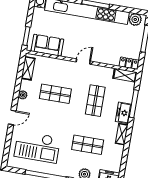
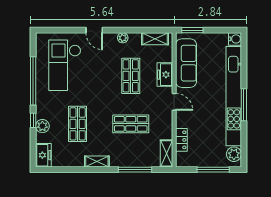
sofa: (47, 45) -> (186, 63), width x1.36
locker: (129, 63) -> (181, 140), moved
freezer: (123, 113) -> (165, 75), moved, turned -90

